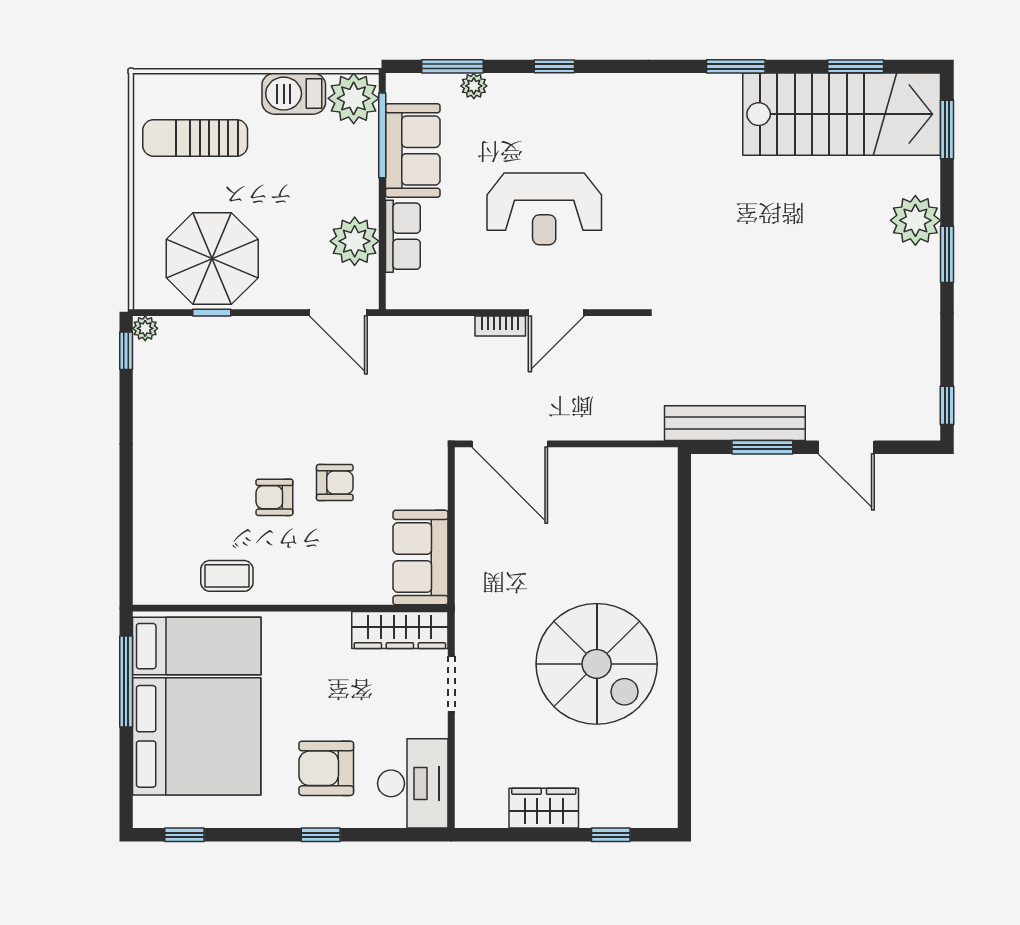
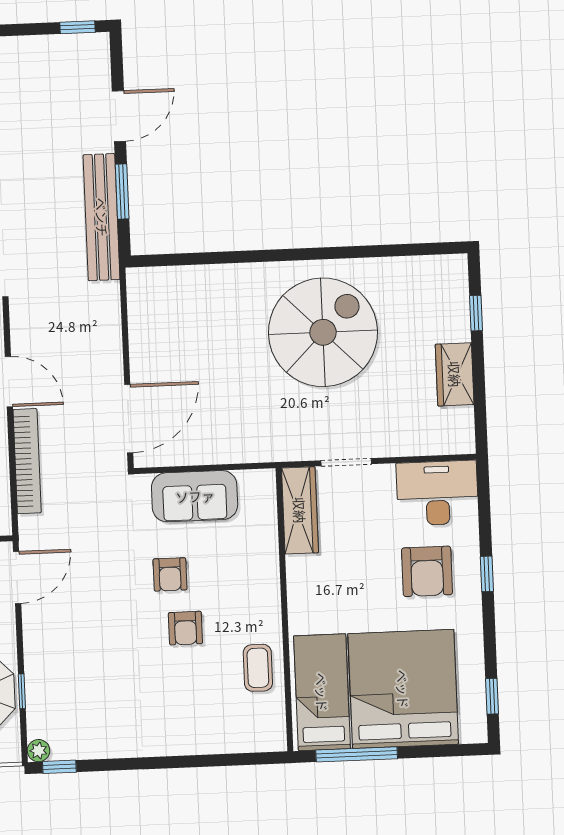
bookcase: (500, 326) -> (27, 461), width x2.31, depth x1.31
armchair: (335, 483) -> (170, 574), turned 180
sofa: (421, 557) -> (195, 496), moved

